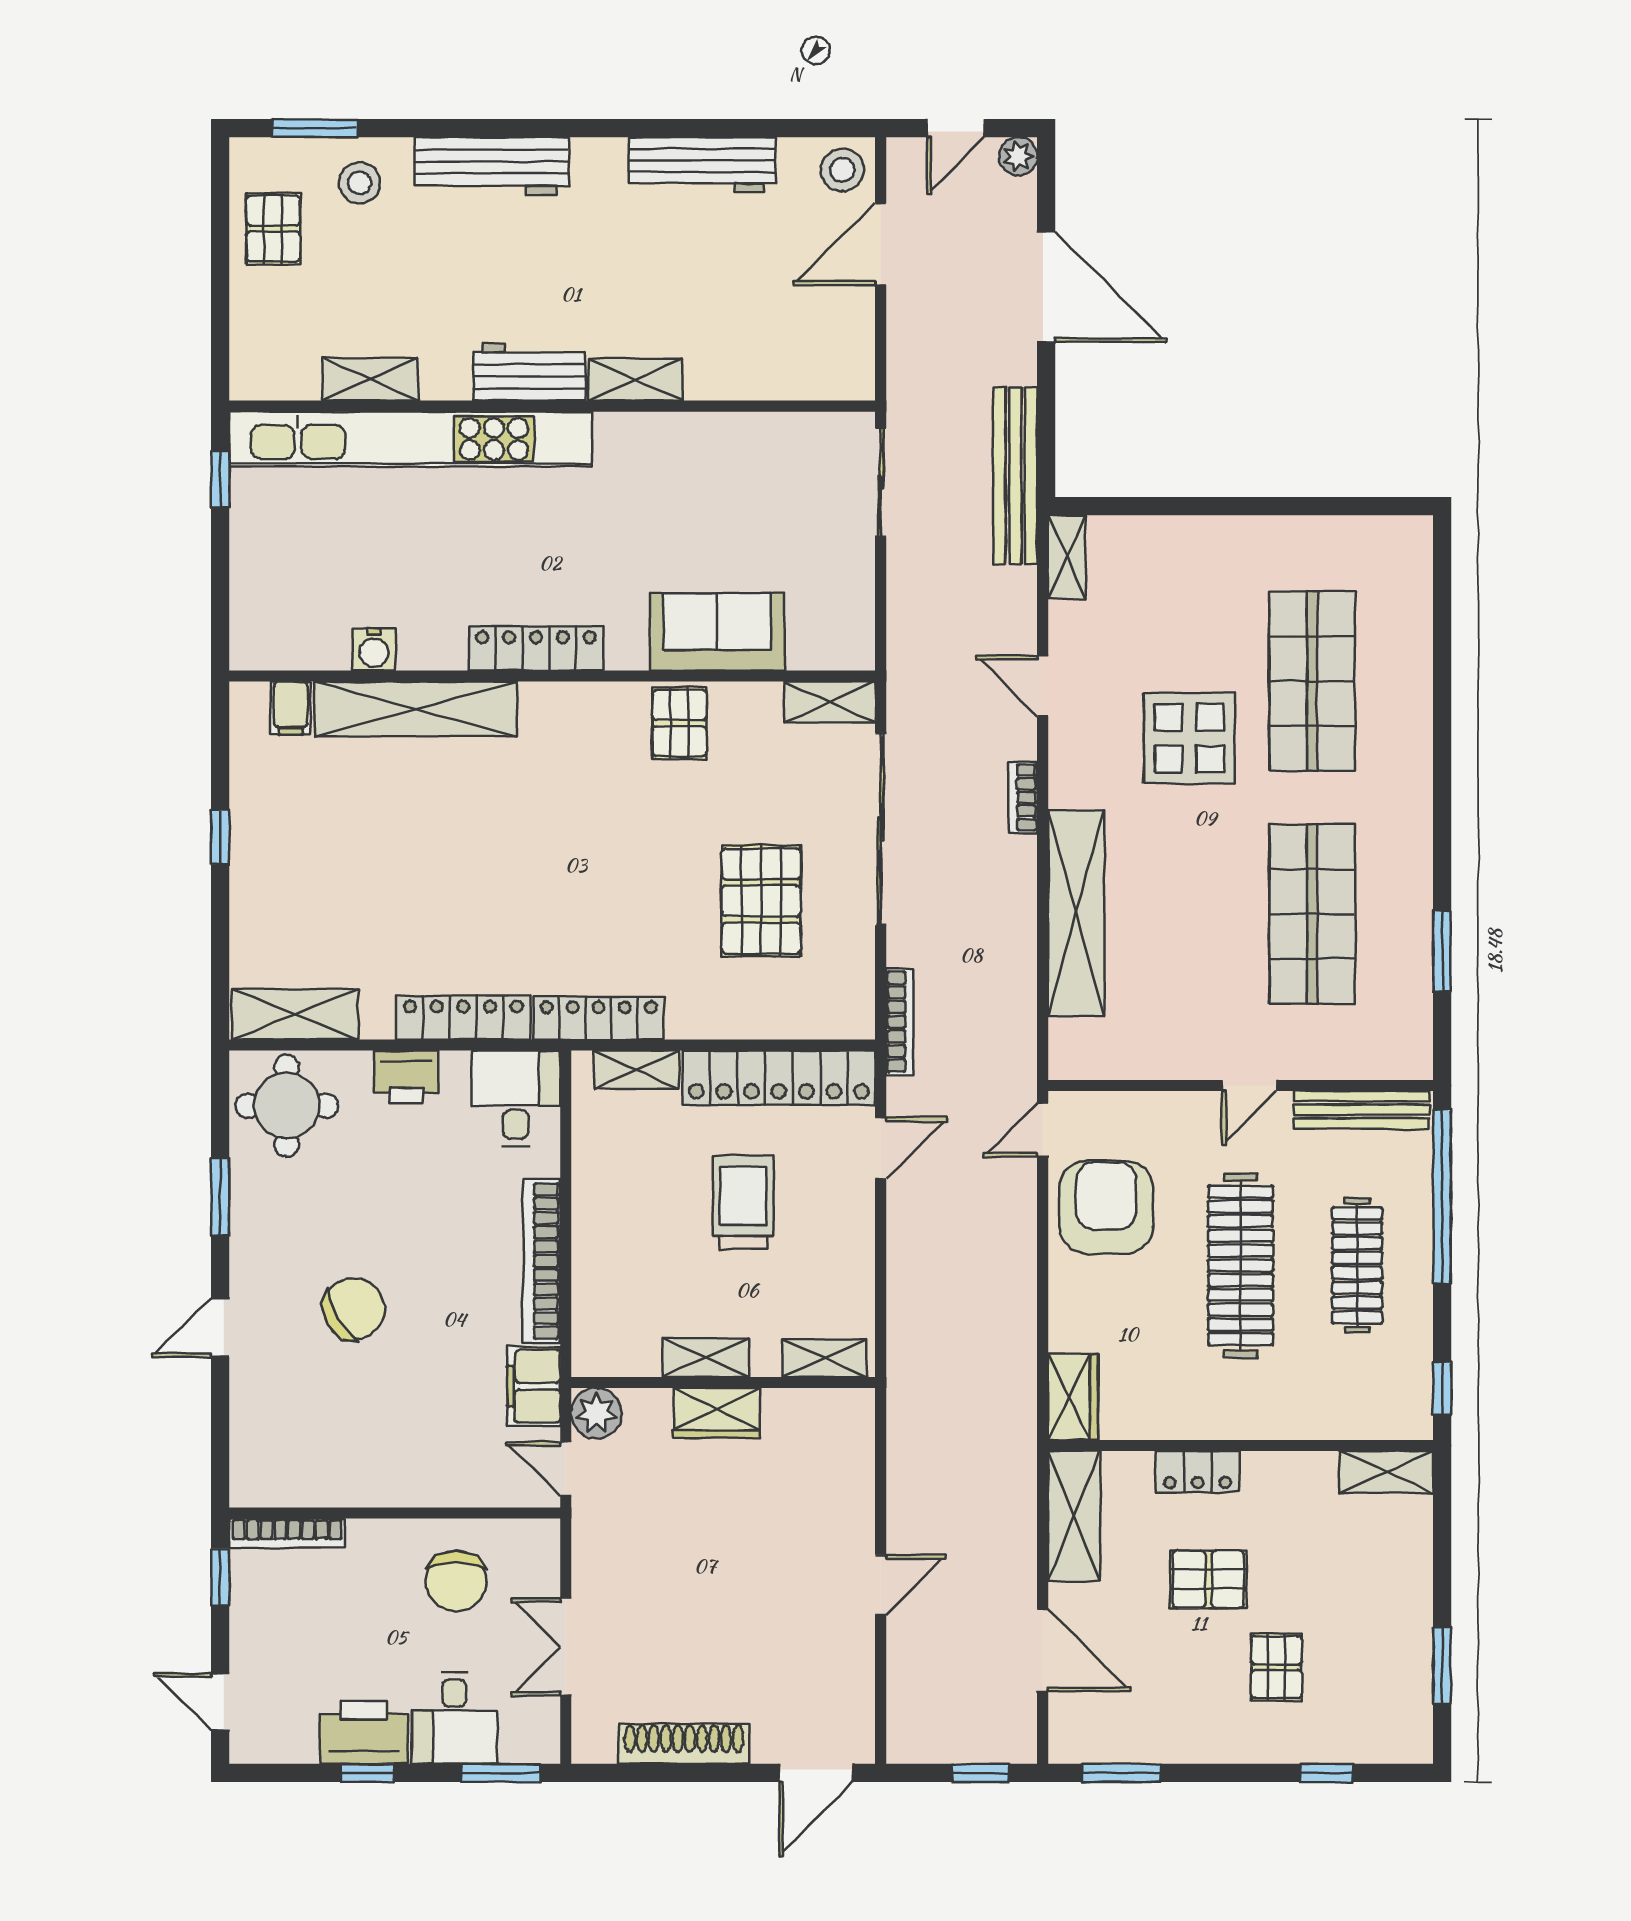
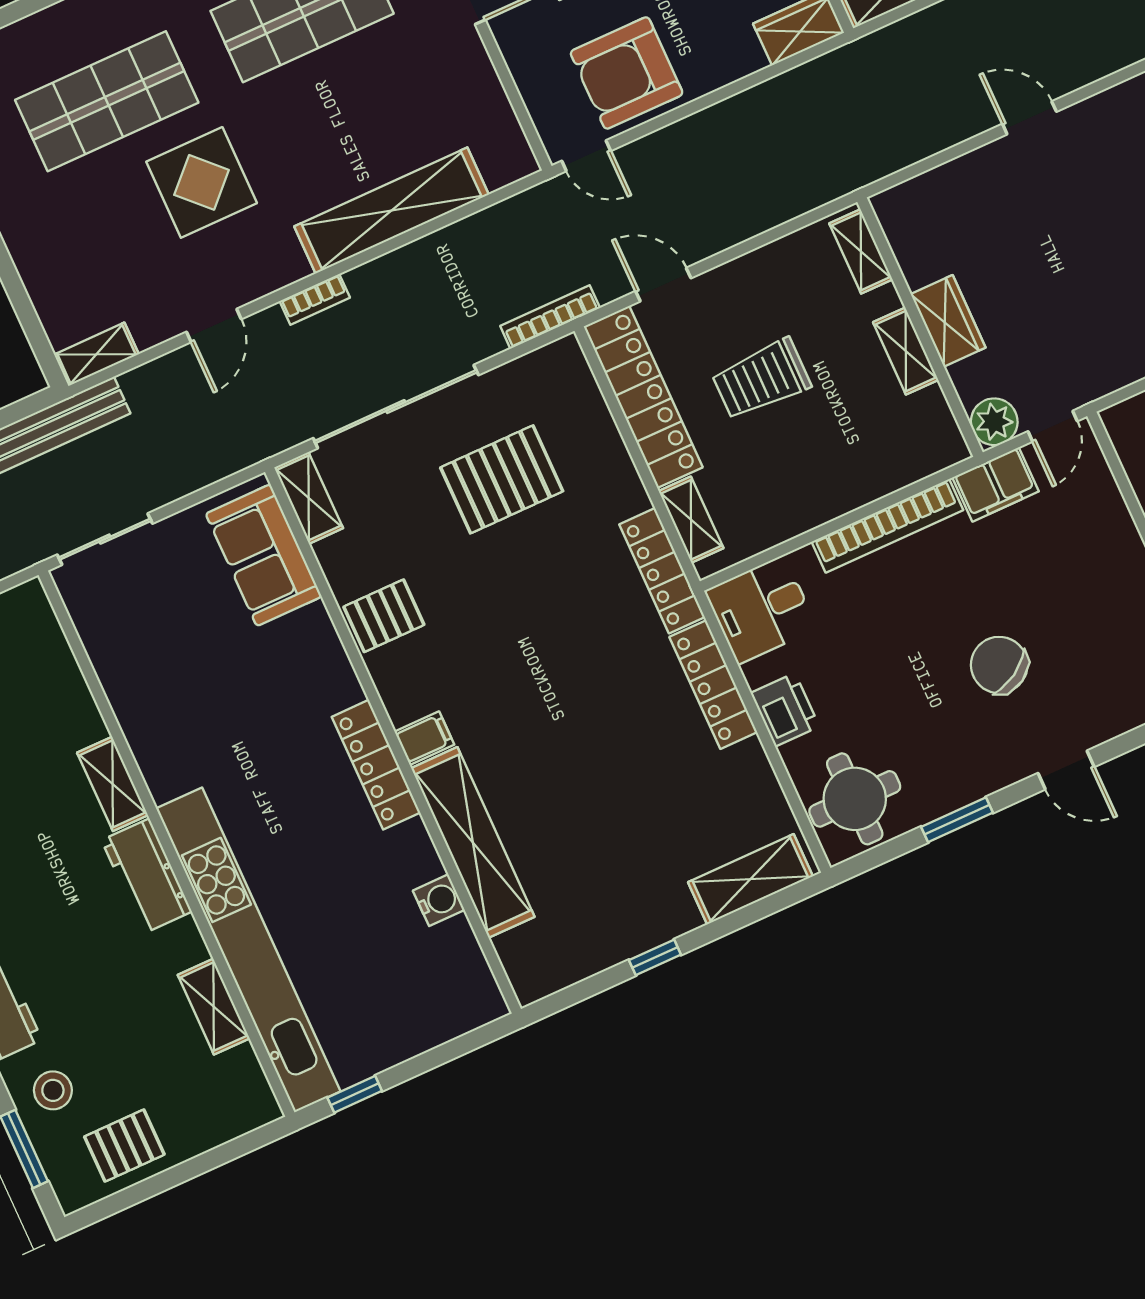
sofa: (717, 632) -> (264, 555), moved
filing cabinet: (291, 708) -> (424, 738), moved
shelving: (295, 1014) -> (750, 879), moved, turned 90

